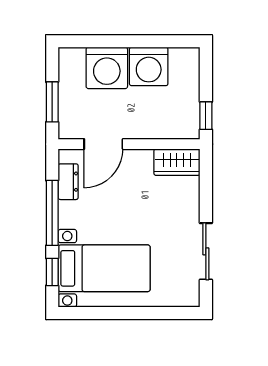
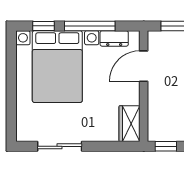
door: (103, 144) -> (144, 66), hinge flipped
bed with nightstands: (104, 268) -> (57, 67), width x1.36

